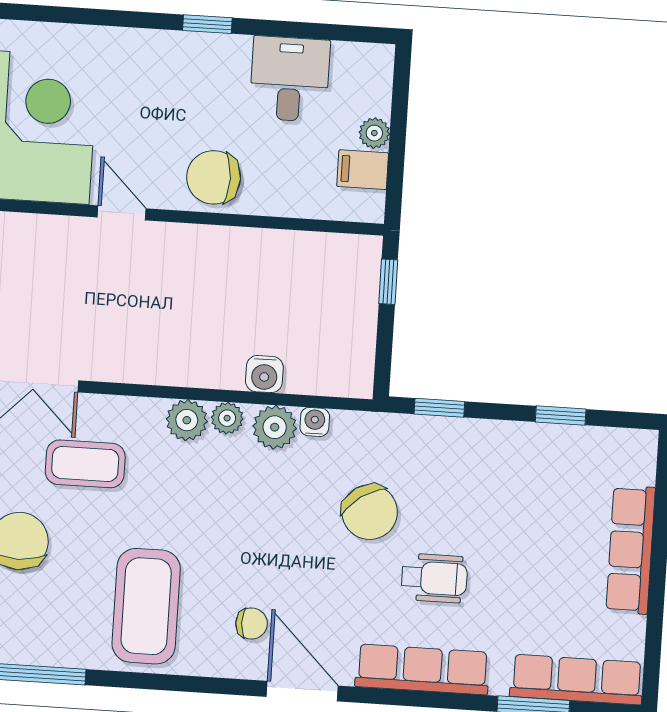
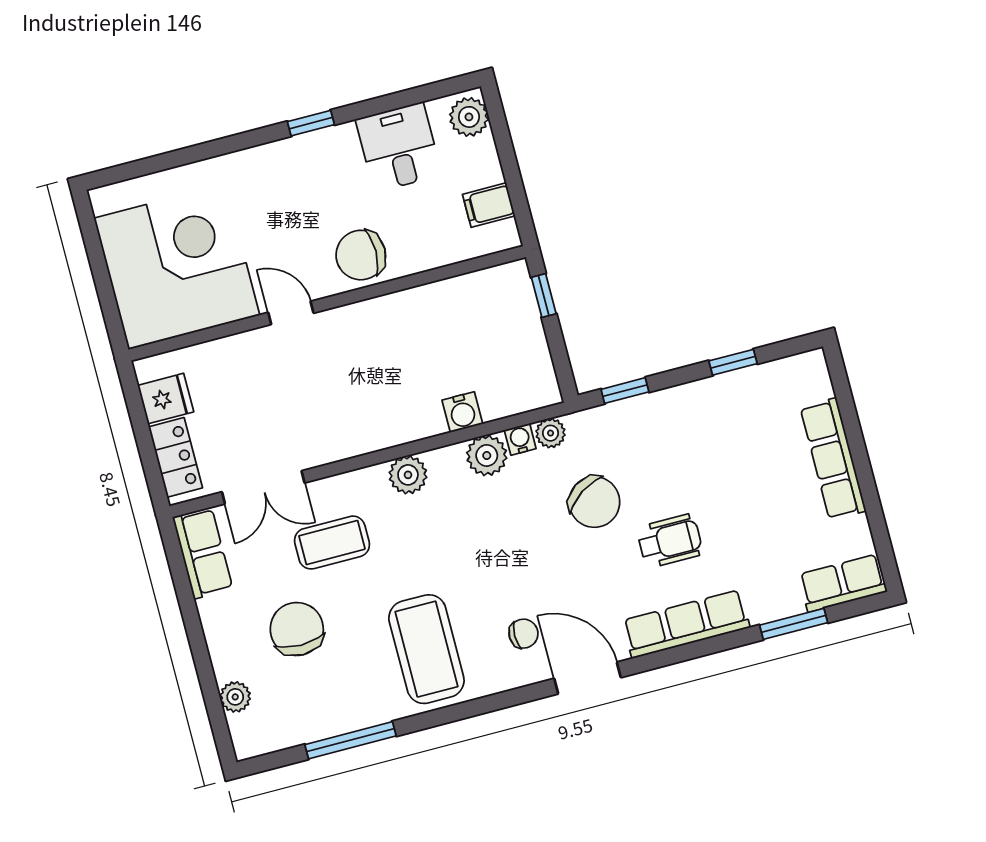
plant: (374, 133) -> (469, 117), moved, width x1.38, depth x1.38
plant: (227, 418) -> (551, 433), moved
row of seats: (577, 680) -> (843, 583), width x0.68

